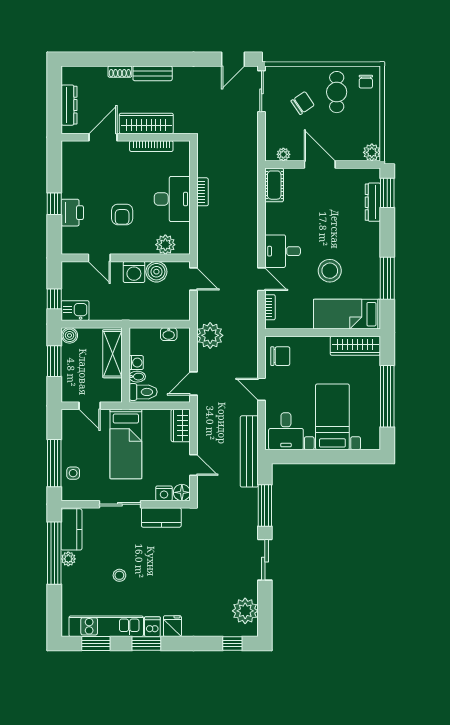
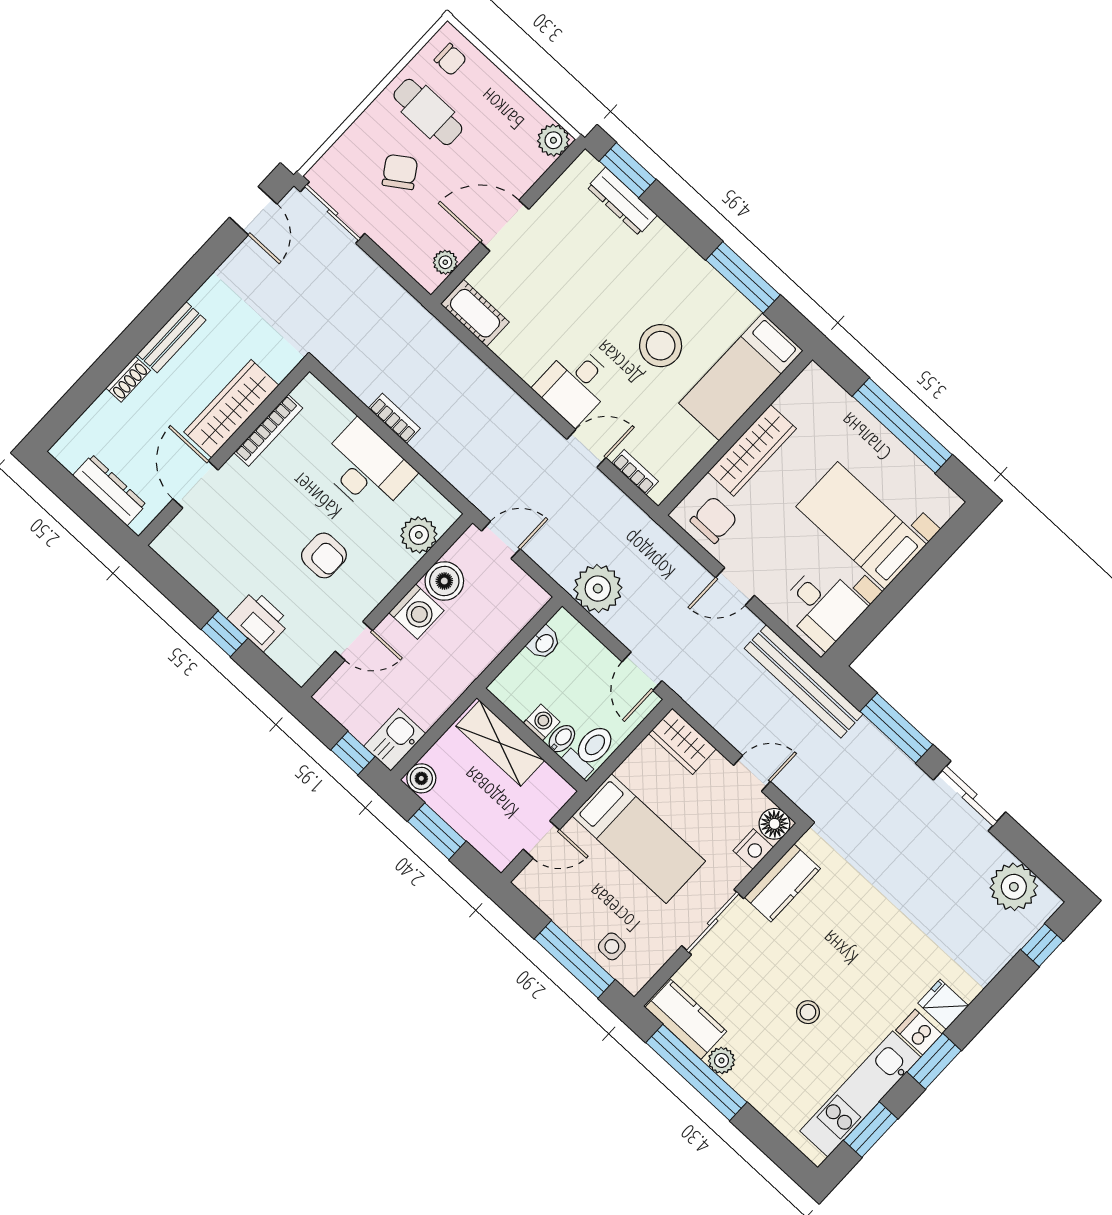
wardrobe: (355, 346) -> (752, 450), moved

